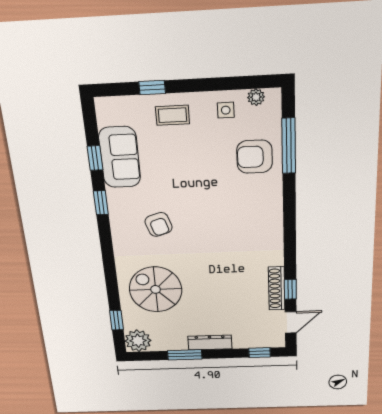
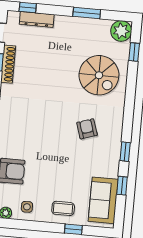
sofa: (120, 157) -> (103, 200), moved
dresser: (210, 343) -> (37, 19), moved

